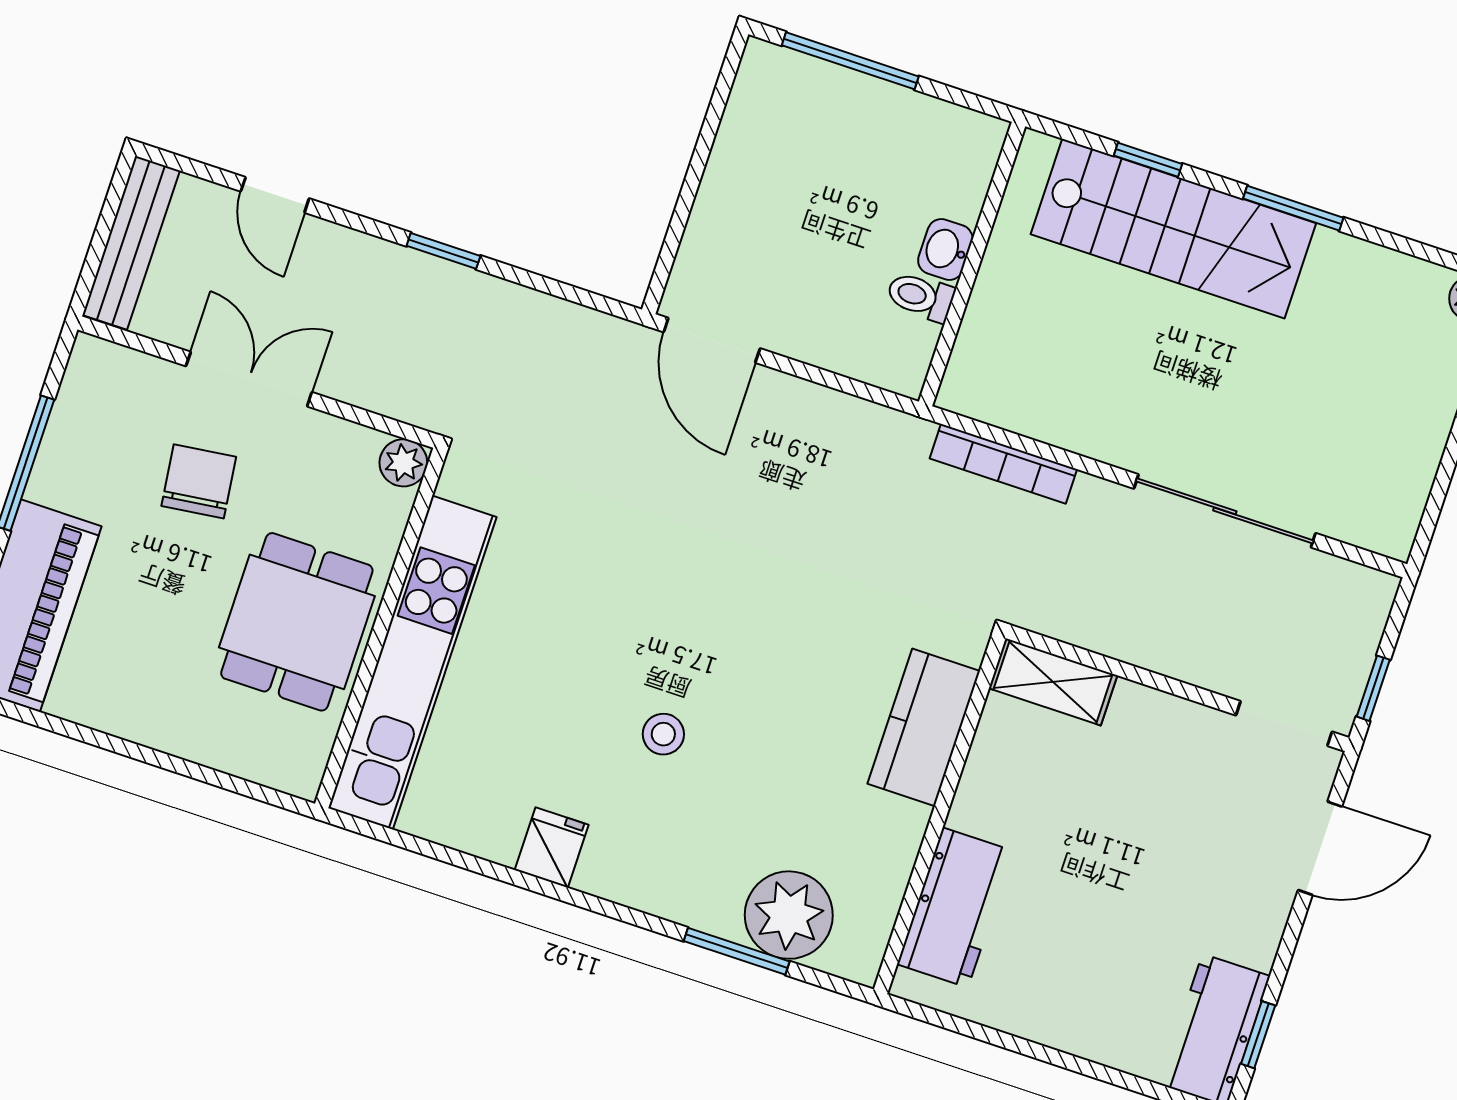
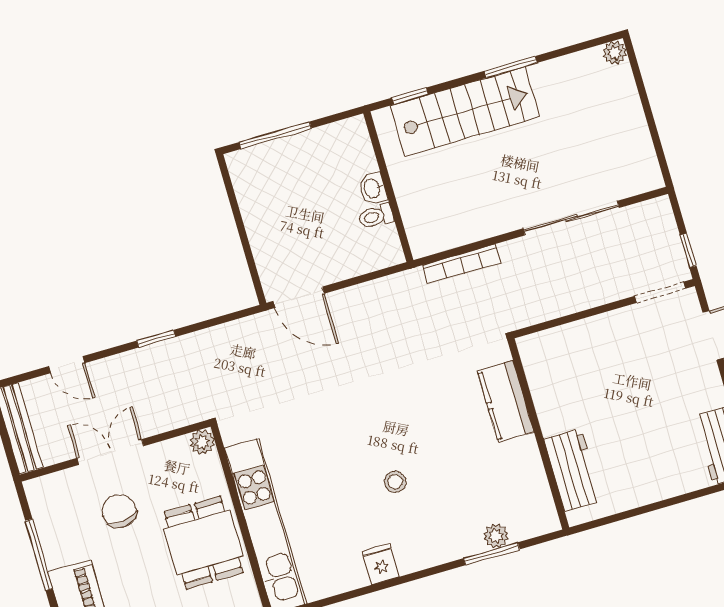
window: (1148, 160) -> (410, 96), moved
shelving: (1053, 682) -> (548, 343), removed
plant: (789, 915) -> (496, 536), width x0.53, depth x0.53

